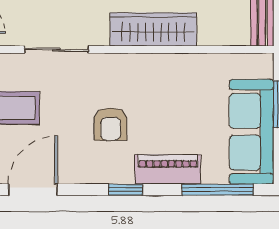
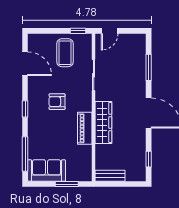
sofa: (252, 132) -> (47, 170), width x0.73
piano: (168, 169) -> (85, 128), moved, turned 180

